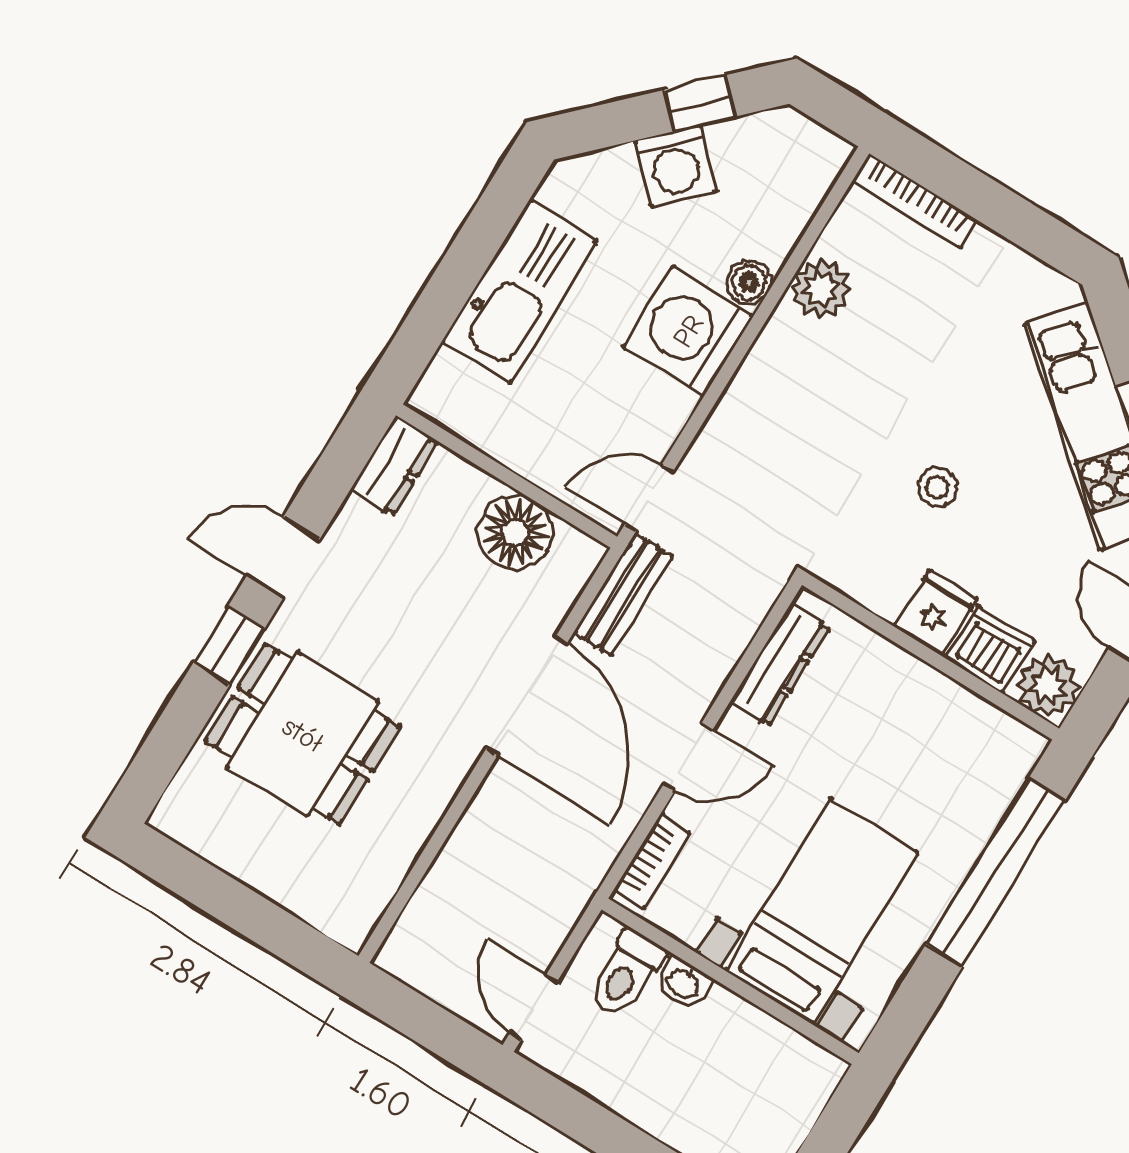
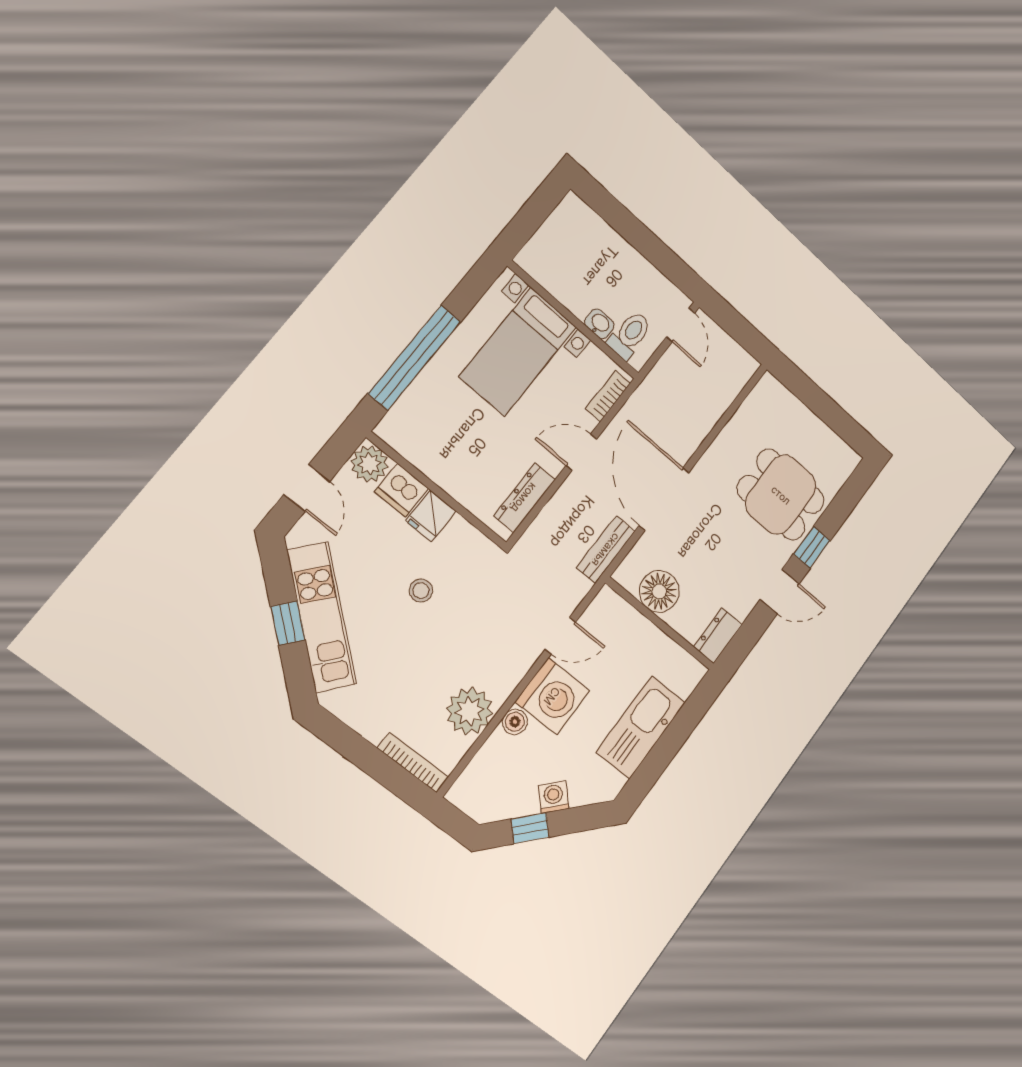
washing machine: (676, 166) -> (554, 797), width x0.73, depth x0.73
plant: (821, 288) -> (470, 711), width x1.36, depth x1.36
door: (649, 498) -> (560, 636), moved

